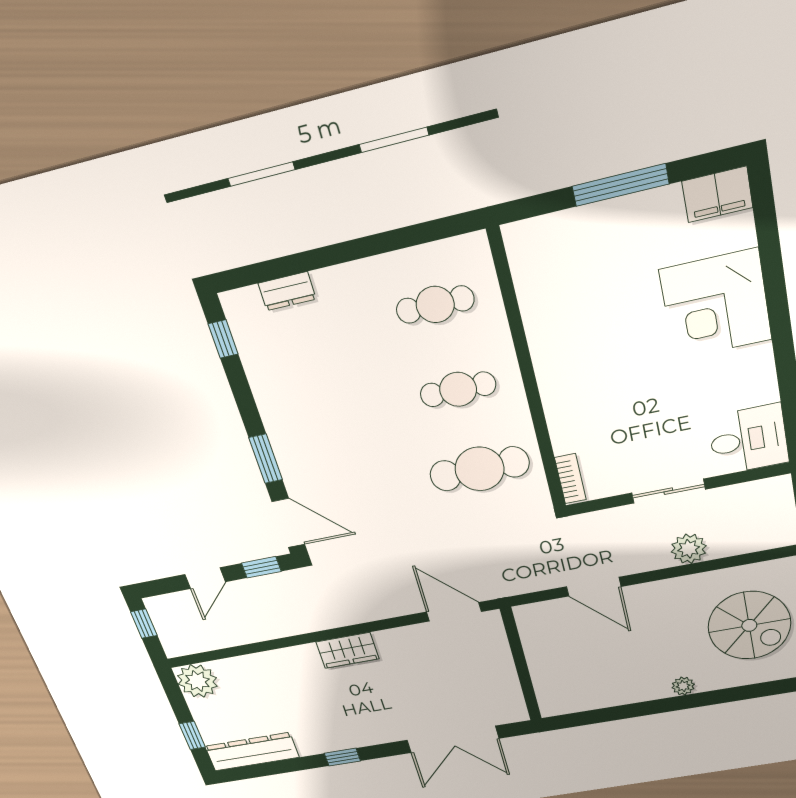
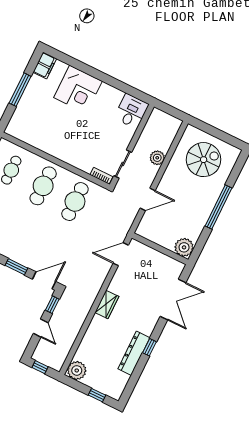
cafe table: (458, 389) -> (43, 186), width x1.37, depth x1.35
sliding door: (668, 491) -> (123, 164), moved
plant: (683, 686) -> (184, 247), moved, width x1.87, depth x1.87
window: (678, 703) -> (218, 207), added
dresser: (252, 752) -> (134, 353), moved

